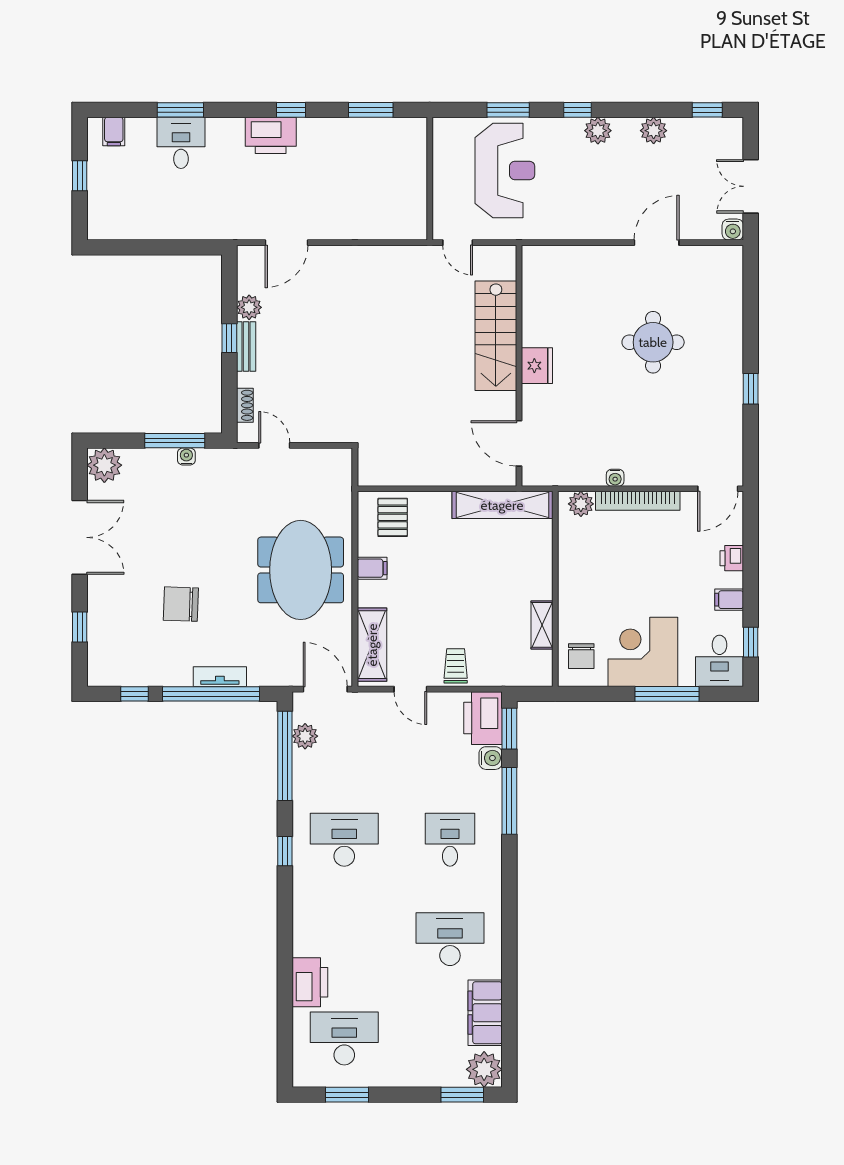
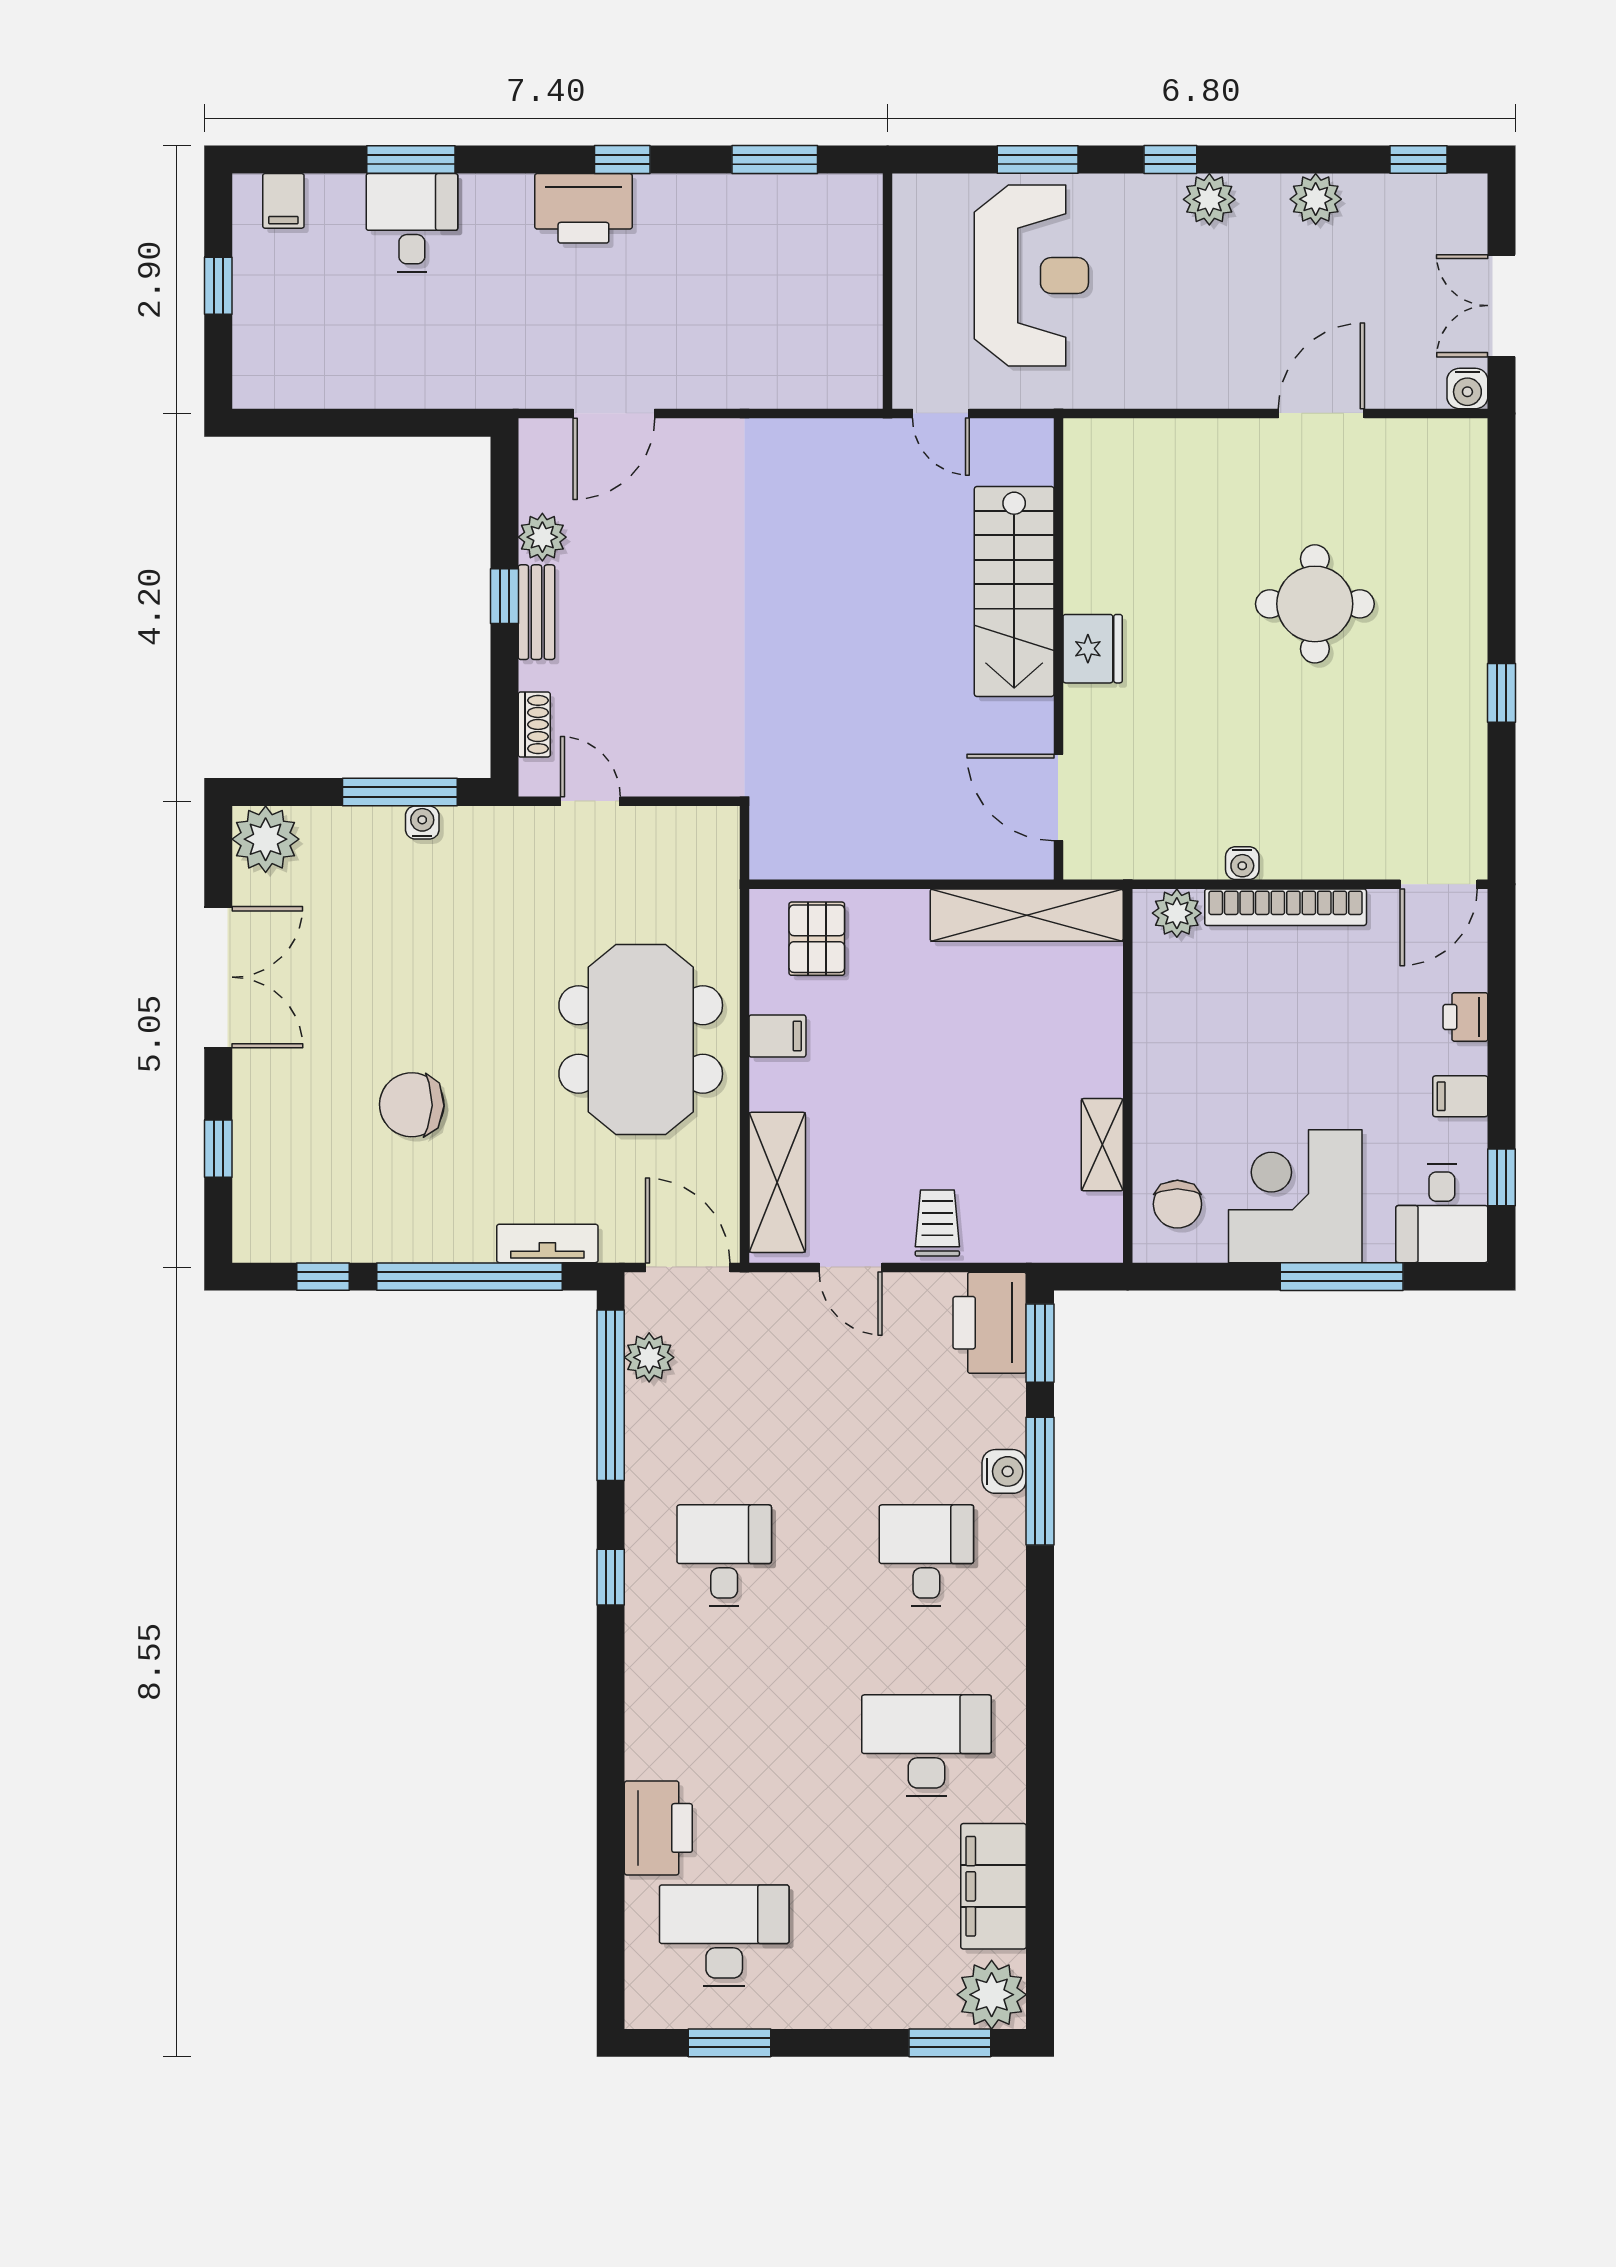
tv unit: (220, 677) -> (547, 1243), moved
water cooler: (491, 758) -> (1004, 1471), moved
desk: (344, 840) -> (724, 1556), width x0.73

